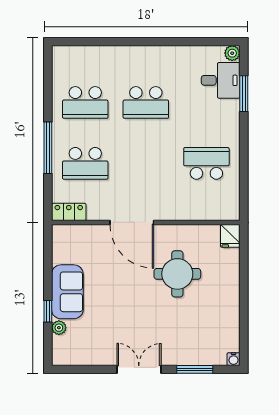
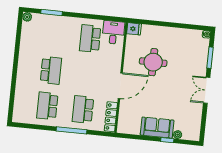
desk: (221, 80) -> (113, 32), moved
school desk: (85, 102) -> (47, 106), turned 180
school desk: (85, 163) -> (83, 109), turned 180
locker: (69, 212) -> (111, 117), width x1.53

